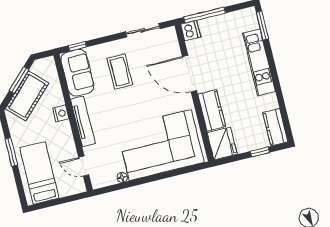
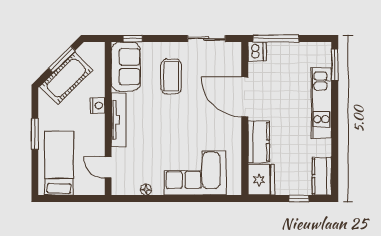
corner sofa: (160, 145) -> (195, 173), width x0.73, depth x0.74

